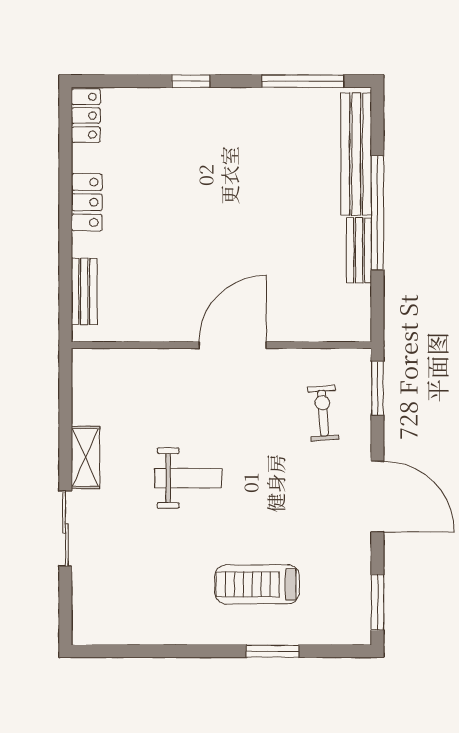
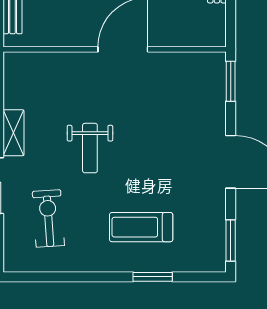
exercise bike: (323, 413) -> (48, 218), moved, width x1.38, depth x1.39
weight bench: (188, 478) -> (90, 148), turned 90

